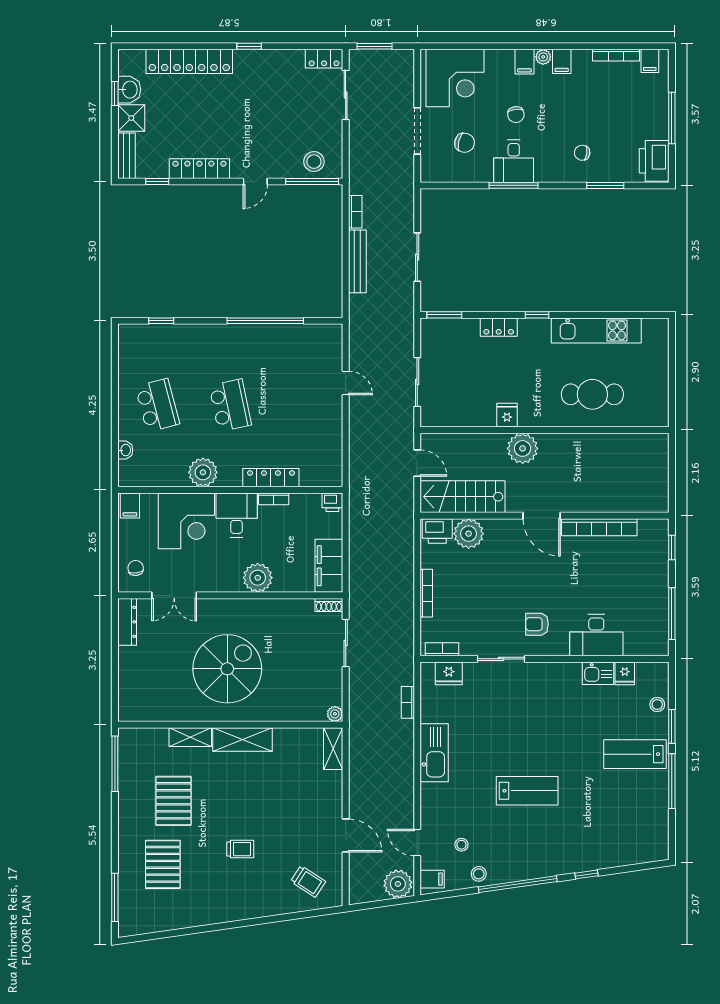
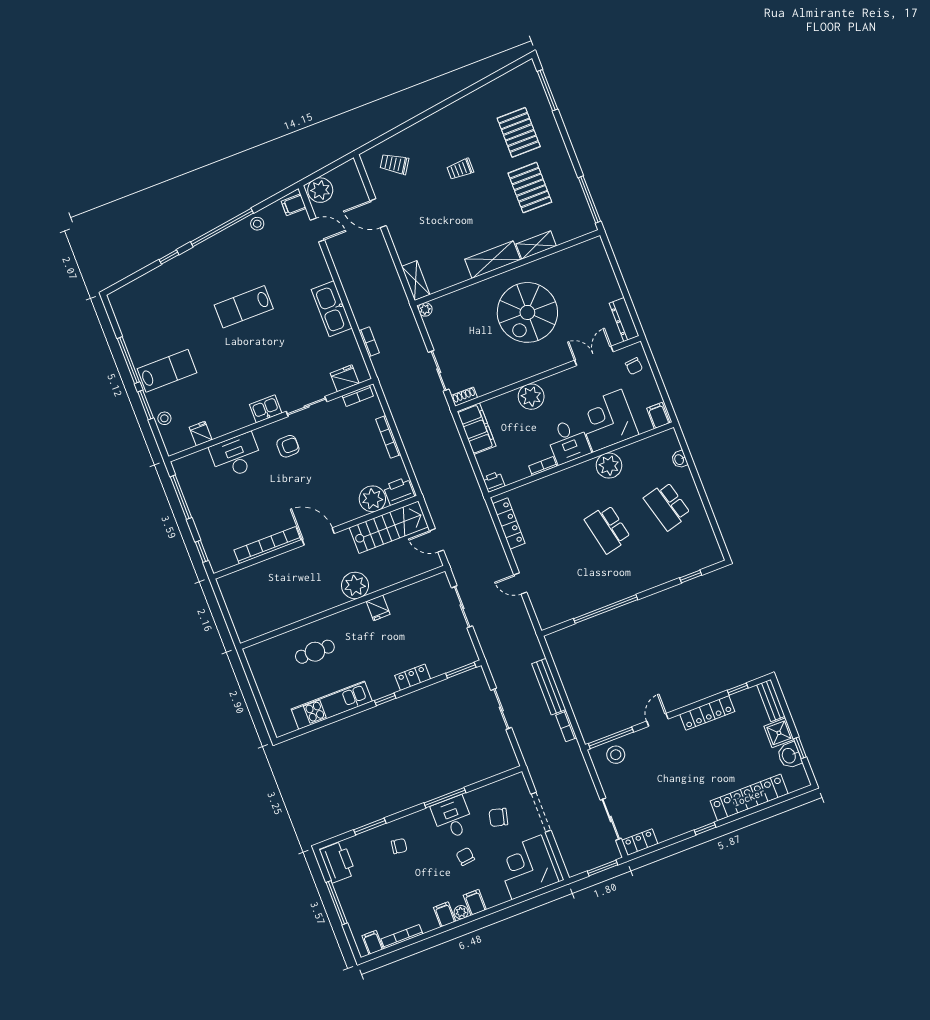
cafe table: (592, 394) -> (315, 652), width x0.73, depth x0.74
locker: (271, 478) -> (509, 524), moved, turned -90
kitchen sink: (598, 673) -> (266, 409), moved
stool: (461, 845) -> (281, 242), removed

